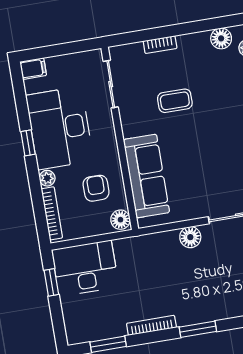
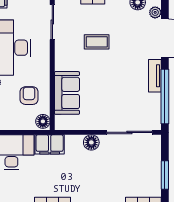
sofa: (146, 176) -> (67, 93), width x0.73
filing cabinet: (135, 249) -> (50, 144), added

